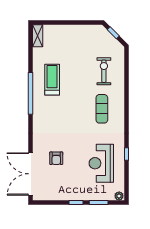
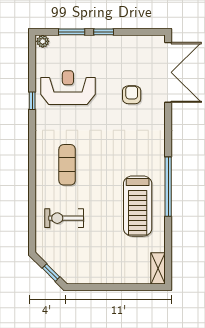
exercise bike: (104, 71) -> (64, 218), turned 90
treadmill: (52, 80) -> (138, 206), width x1.37, depth x1.38
reception desk: (101, 163) -> (68, 88), turned -90

